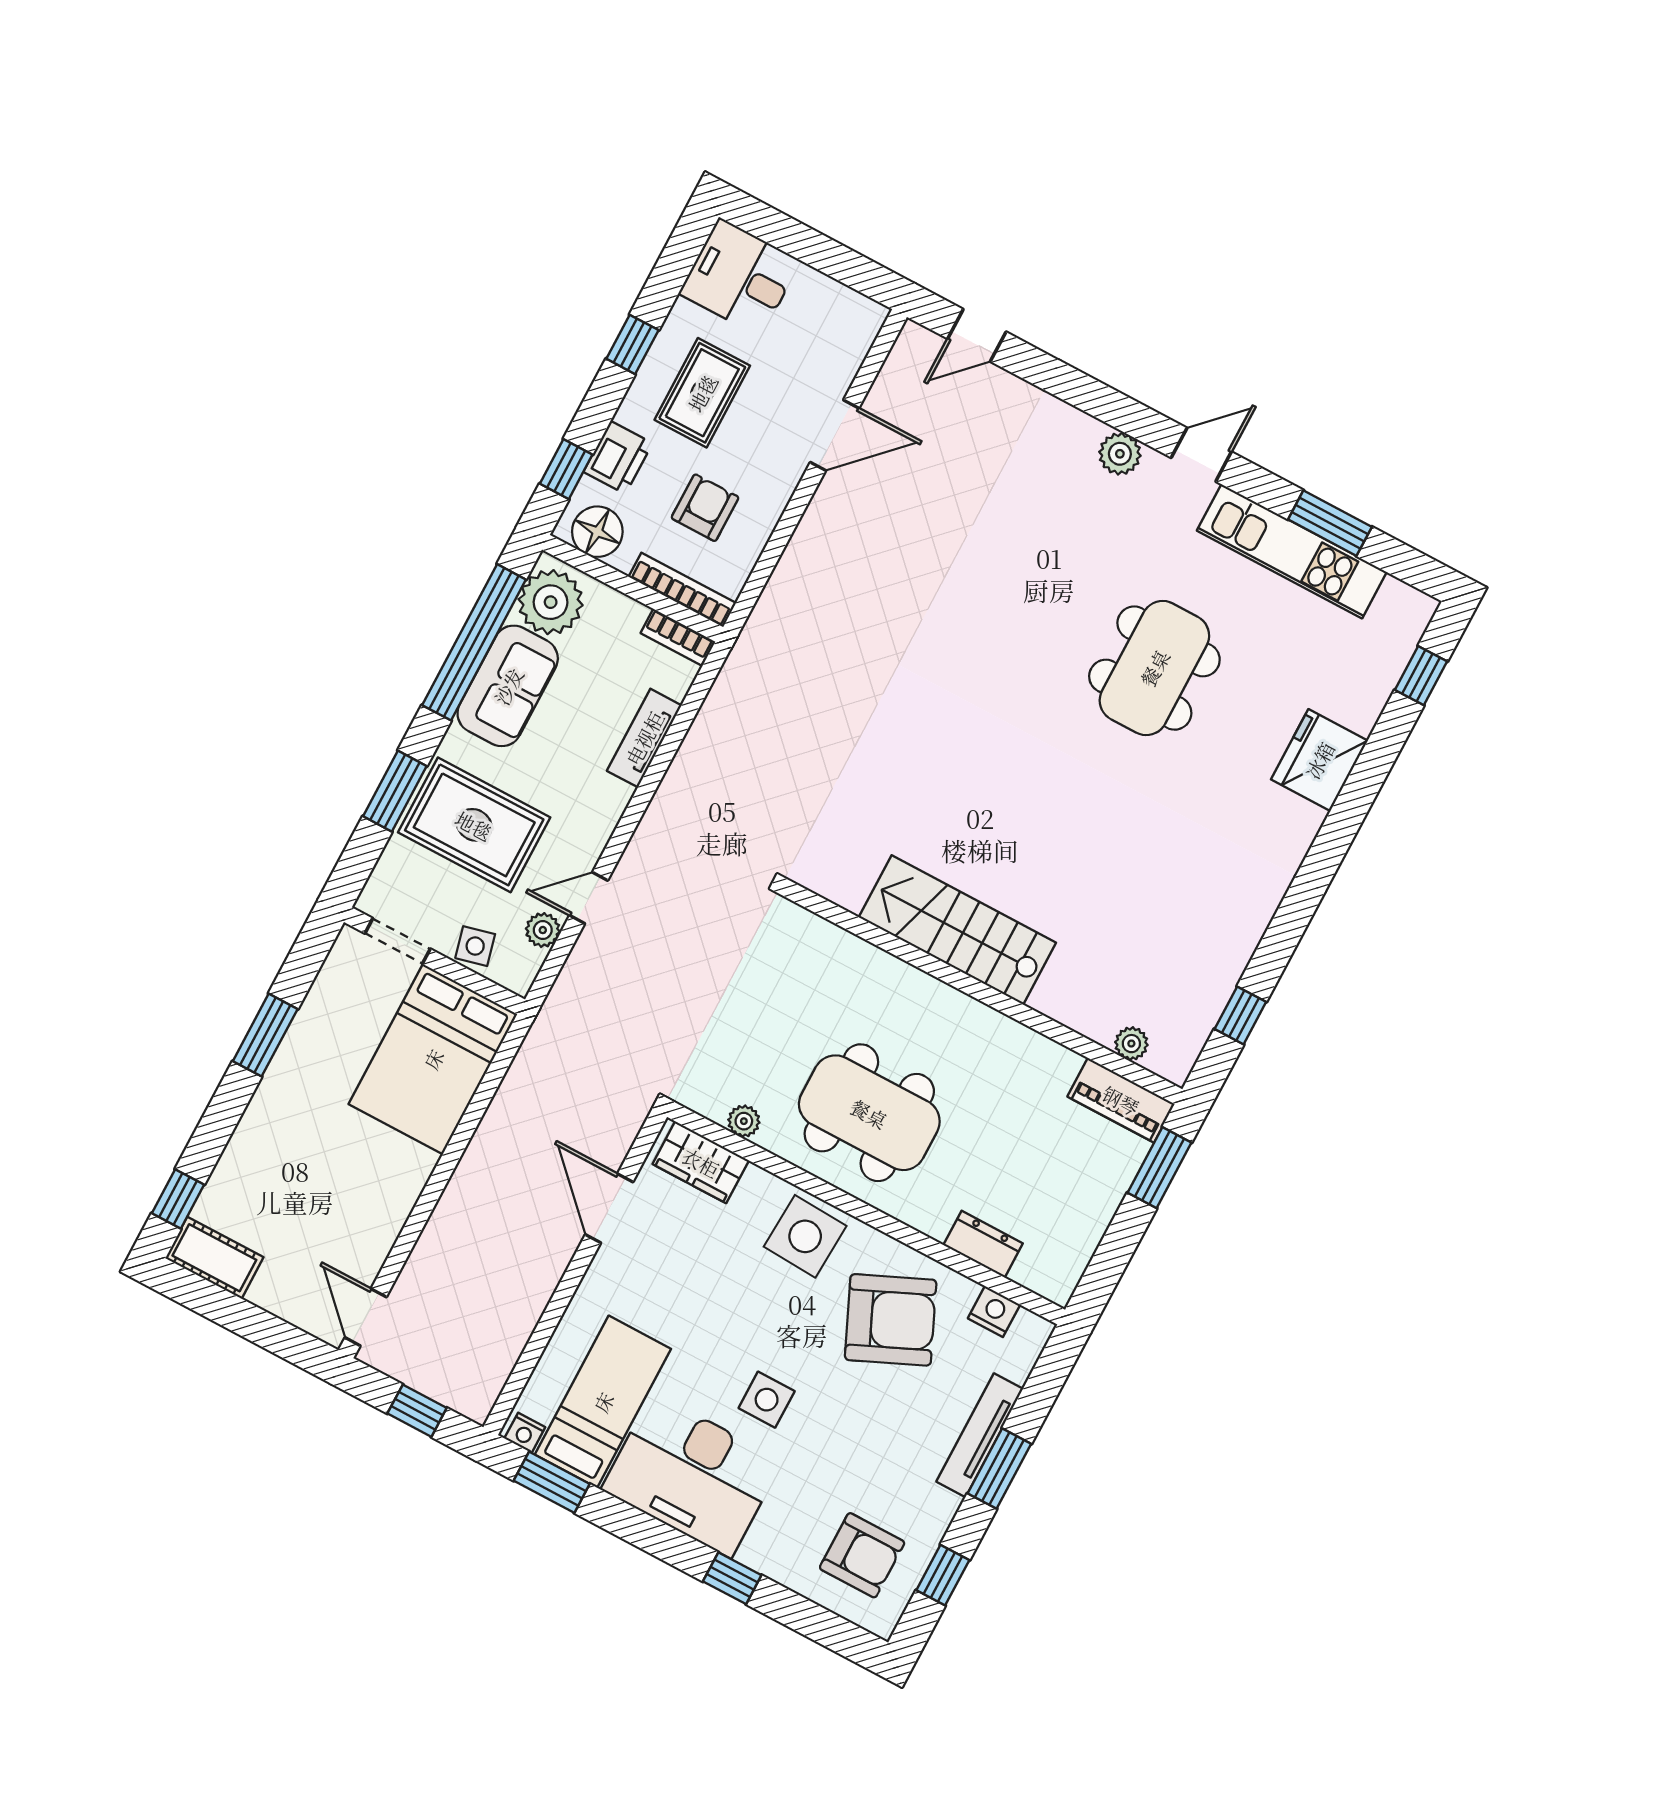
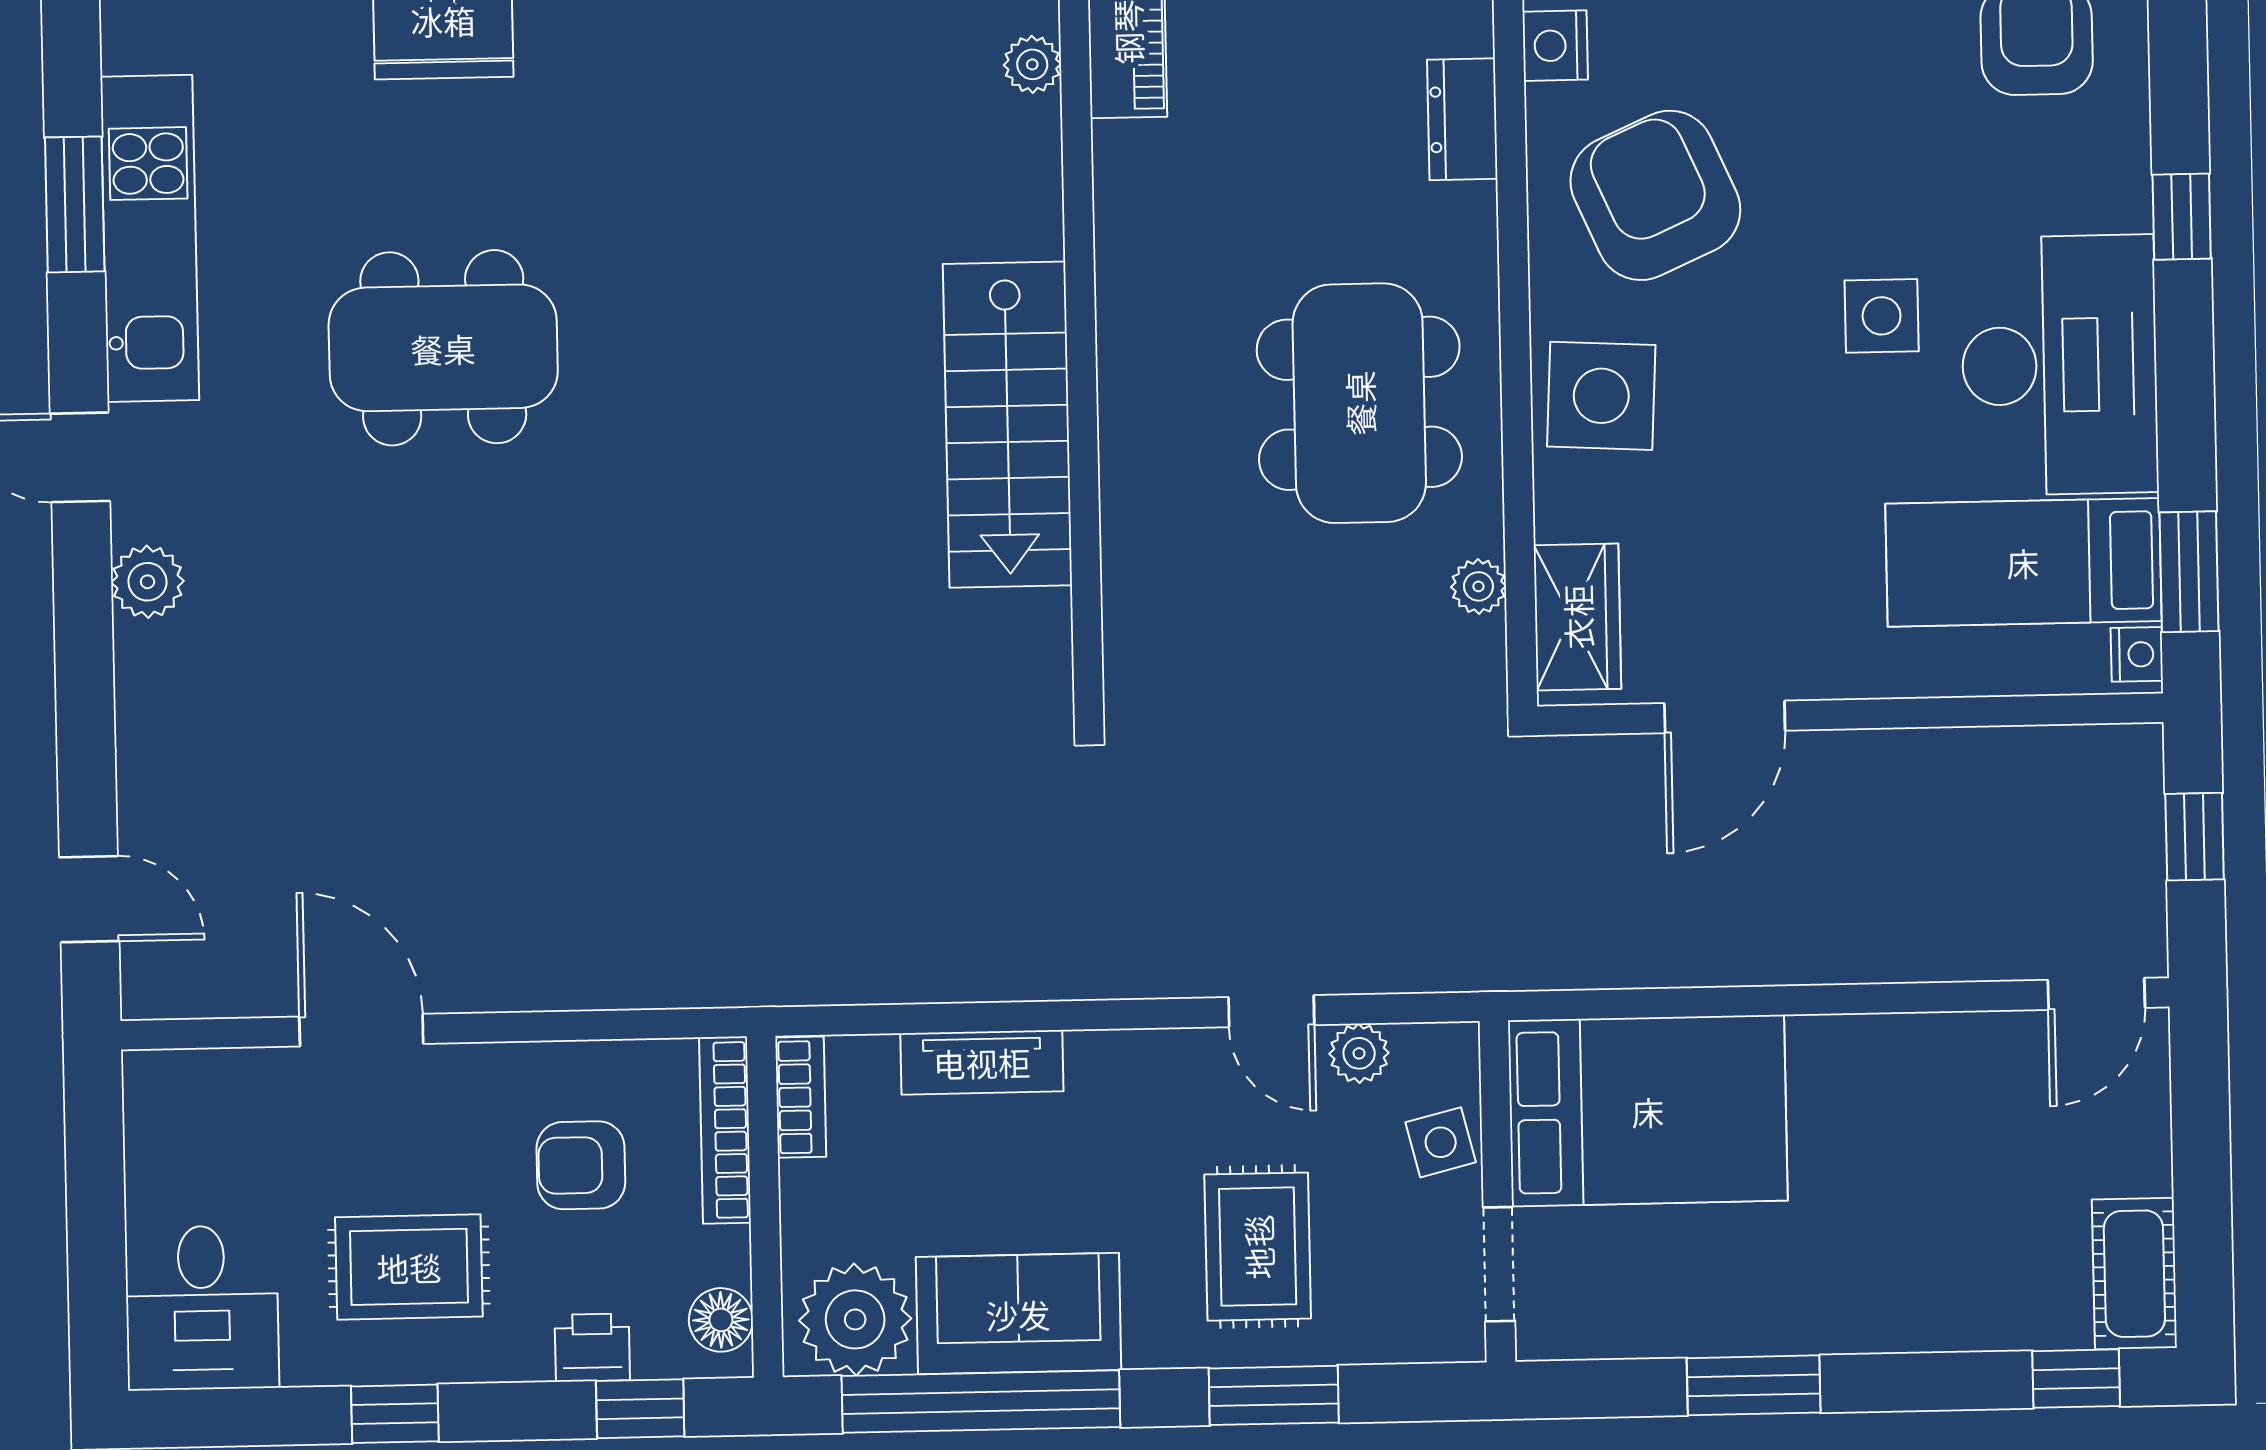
printer: (618, 458) -> (592, 1348), width x0.73, depth x0.81
floor lamp: (597, 532) -> (721, 1320), width x0.73, depth x0.73
rug: (474, 825) -> (1258, 1247), width x0.73, depth x0.70

